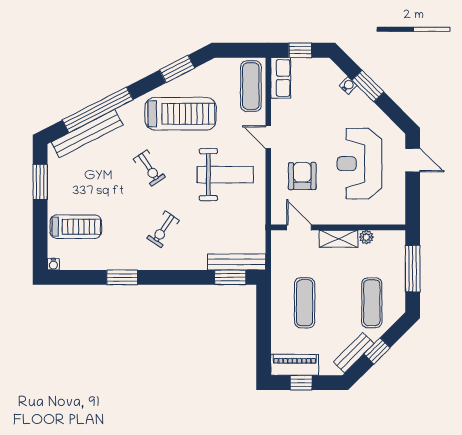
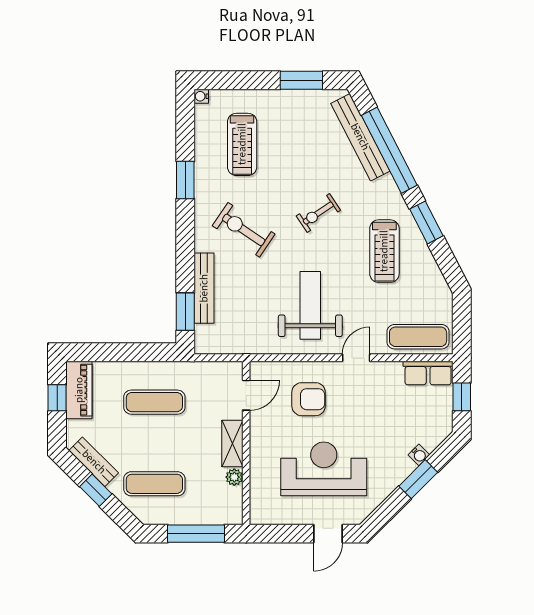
window: (177, 69) -> (426, 222), moved
treadmill: (181, 114) -> (384, 251), width x0.73, depth x0.73
weight bench: (225, 175) -> (310, 305), turned 180
treadmill: (76, 227) -> (242, 144), moved
exercise bike: (163, 229) -> (244, 230), width x1.38, depth x1.39
bench: (237, 262) -> (204, 288), moved

